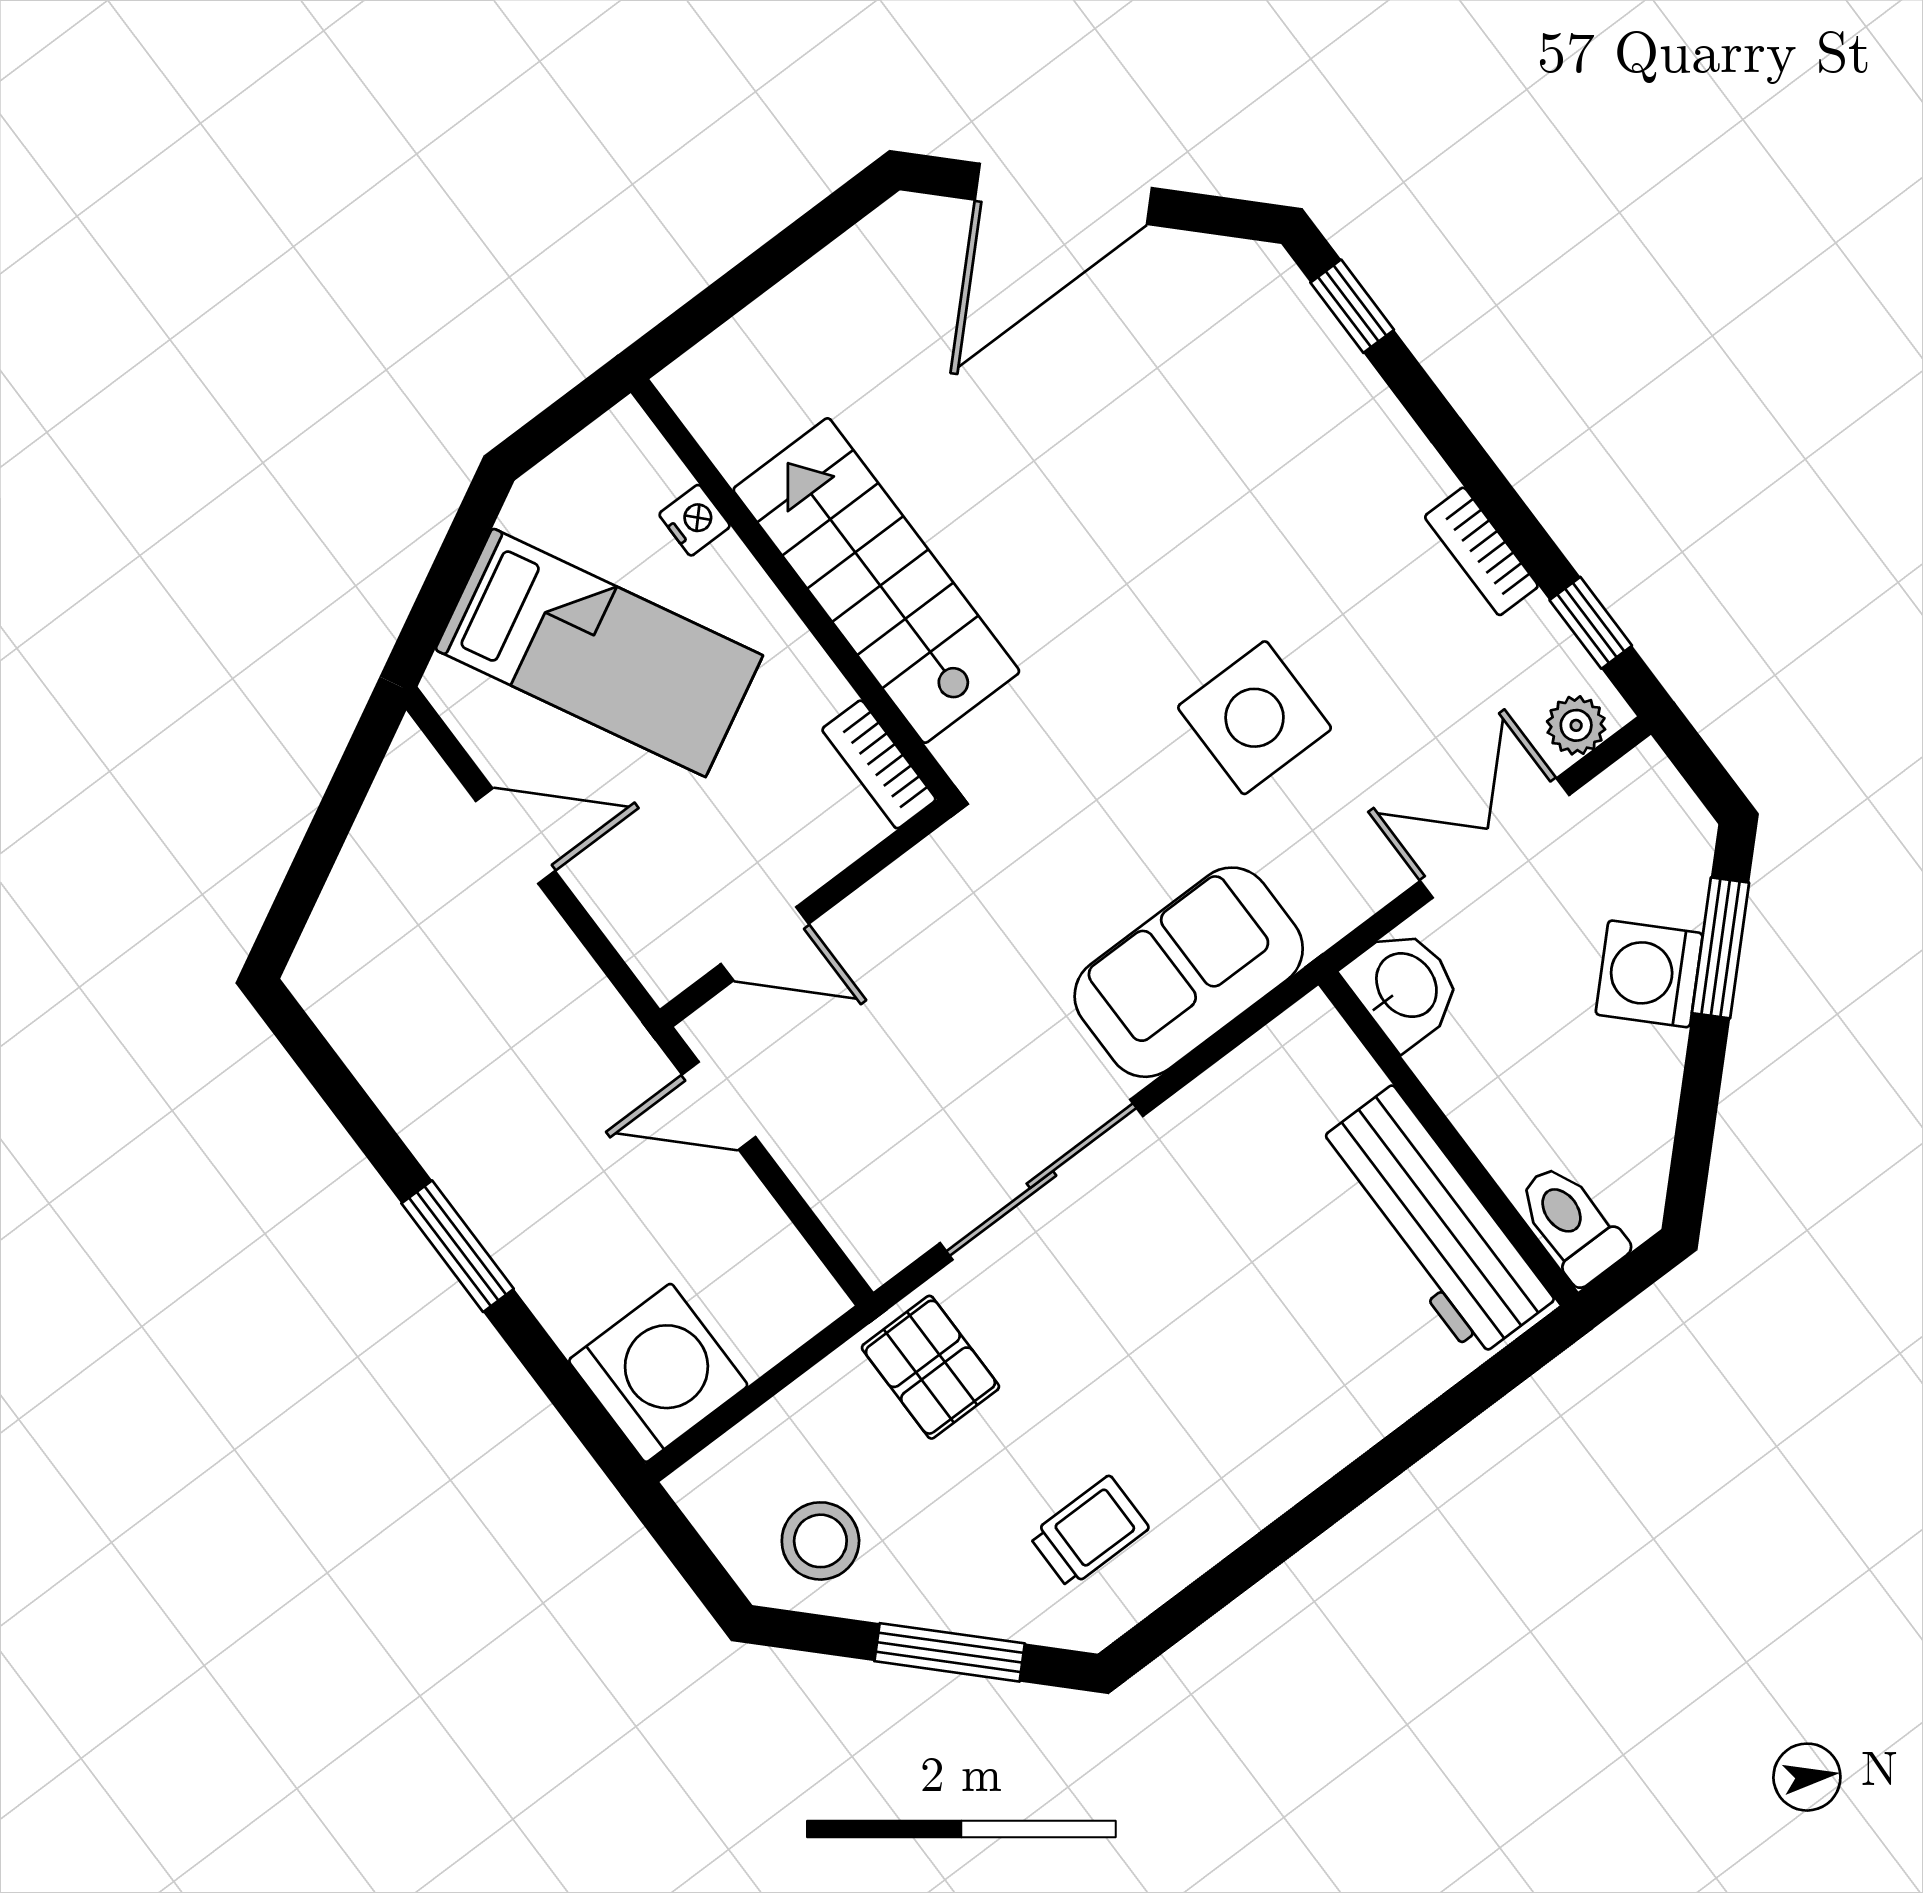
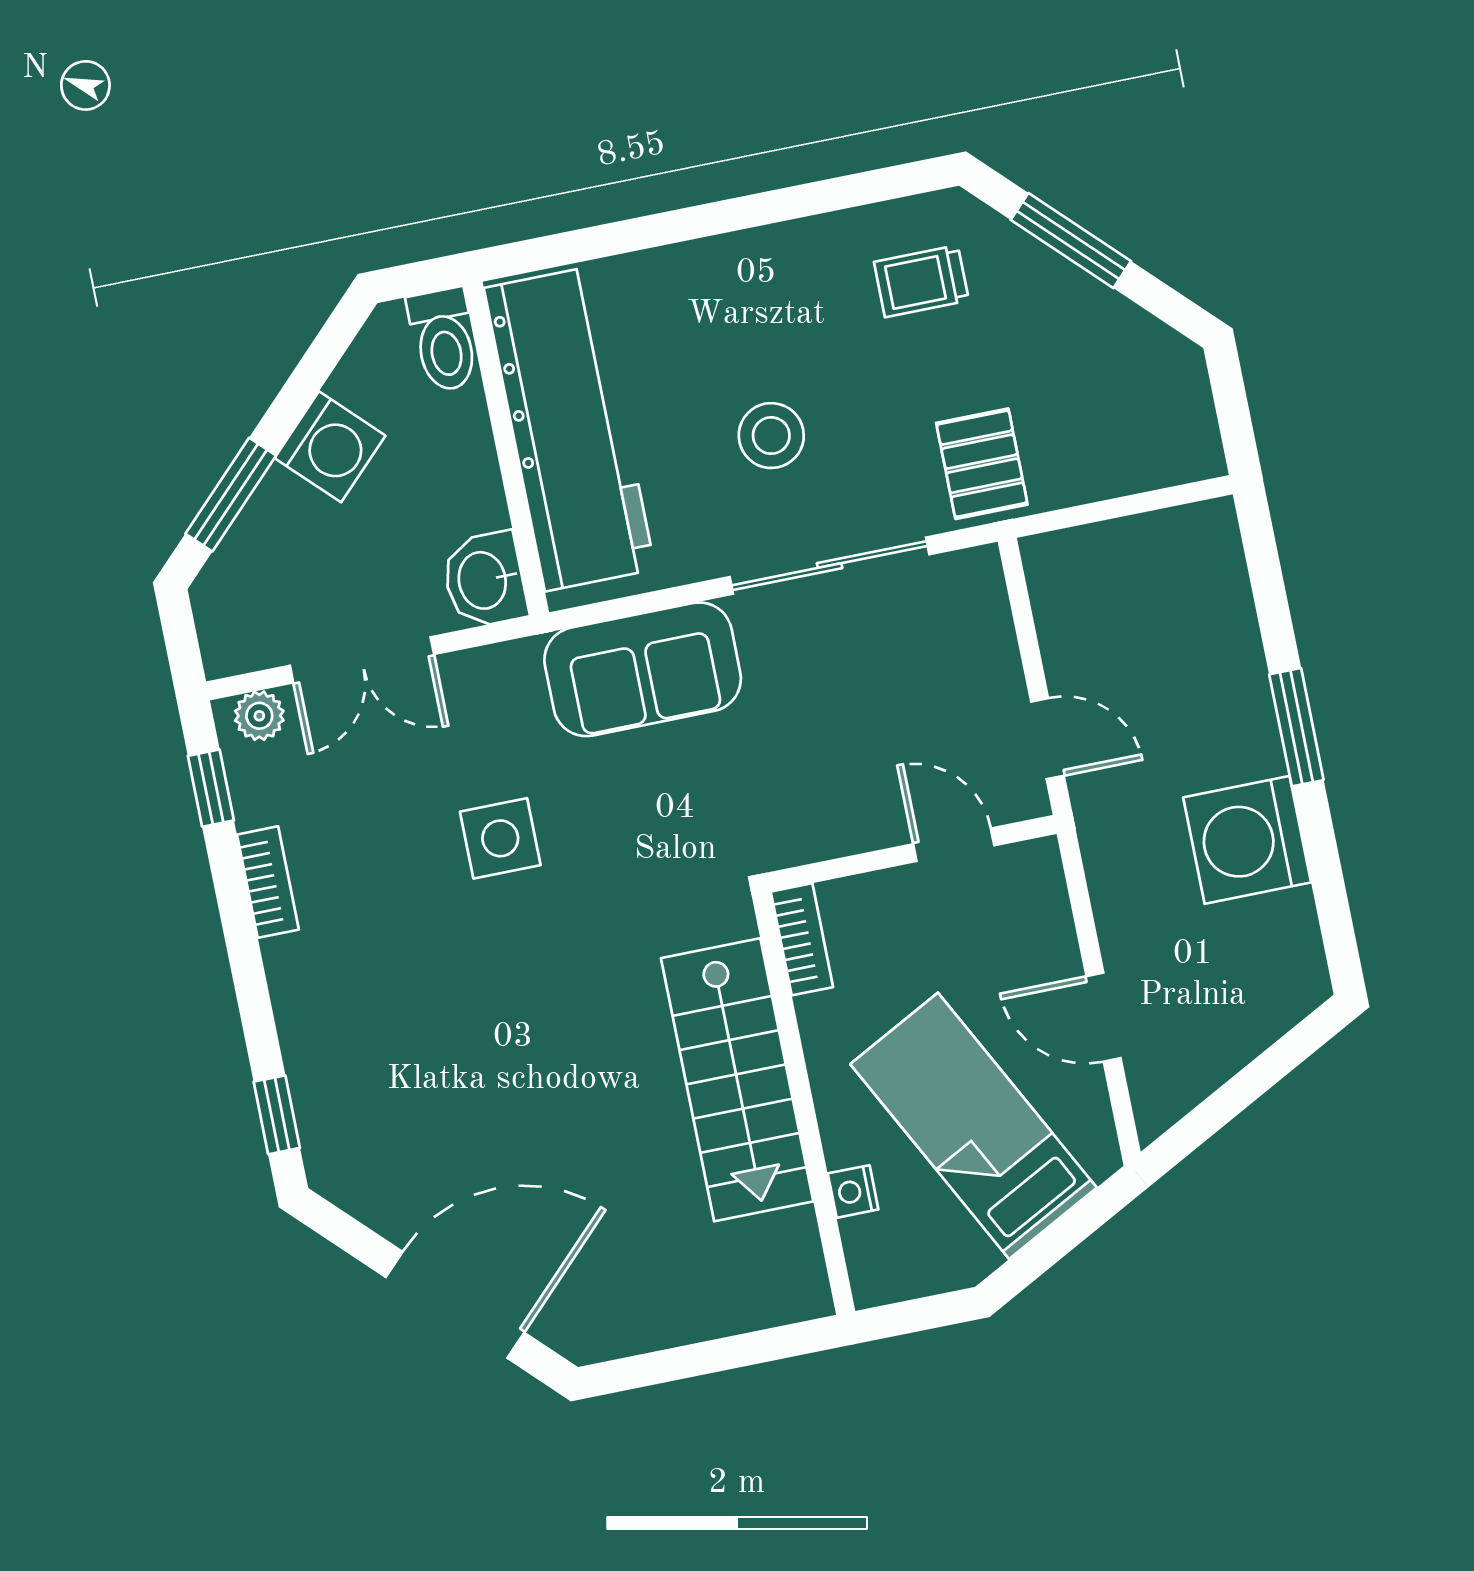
side table: (1255, 718) -> (500, 838), width x0.73, depth x0.73
washing machine: (1649, 974) -> (330, 447), moved
workbench: (1433, 1222) -> (570, 429), width x1.36, depth x1.32
washing machine: (658, 1373) -> (1247, 840), moved
stool: (820, 1541) -> (771, 436), moved

